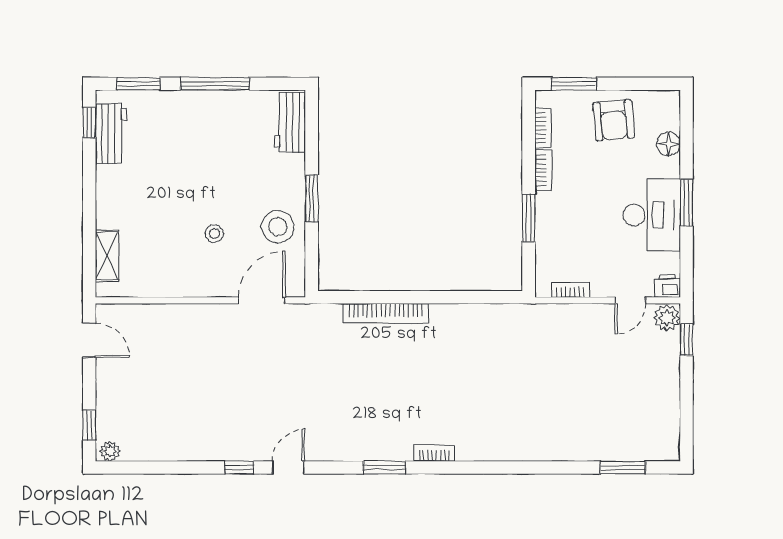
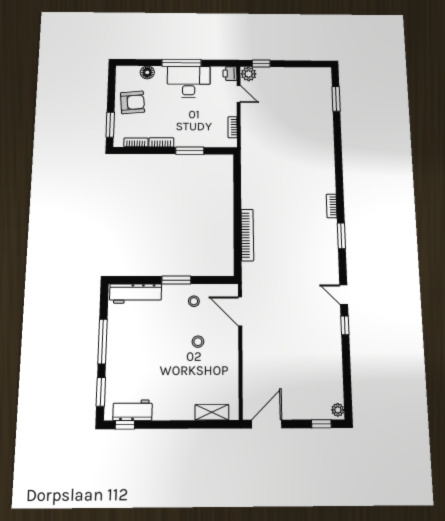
workbench: (290, 122) -> (136, 294), width x1.38
window: (686, 202) -> (182, 63), width x1.44
stool: (278, 227) -> (194, 301), width x0.53, depth x0.53
door: (89, 340) -> (267, 424), width x1.38

